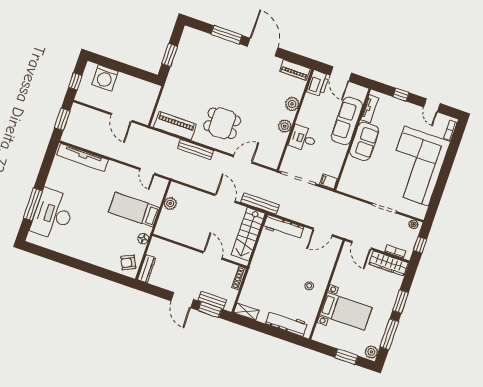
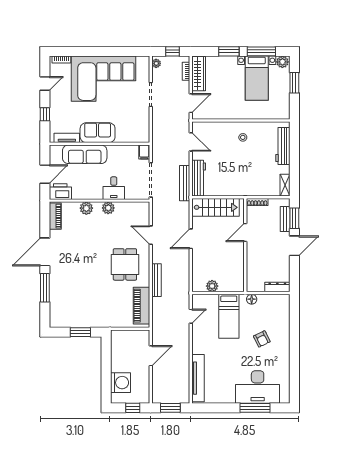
bench: (260, 204) -> (185, 183), moved
armchair: (128, 262) -> (262, 339), moved
bed with nightstands: (346, 311) -> (257, 78), moved, turned 180

